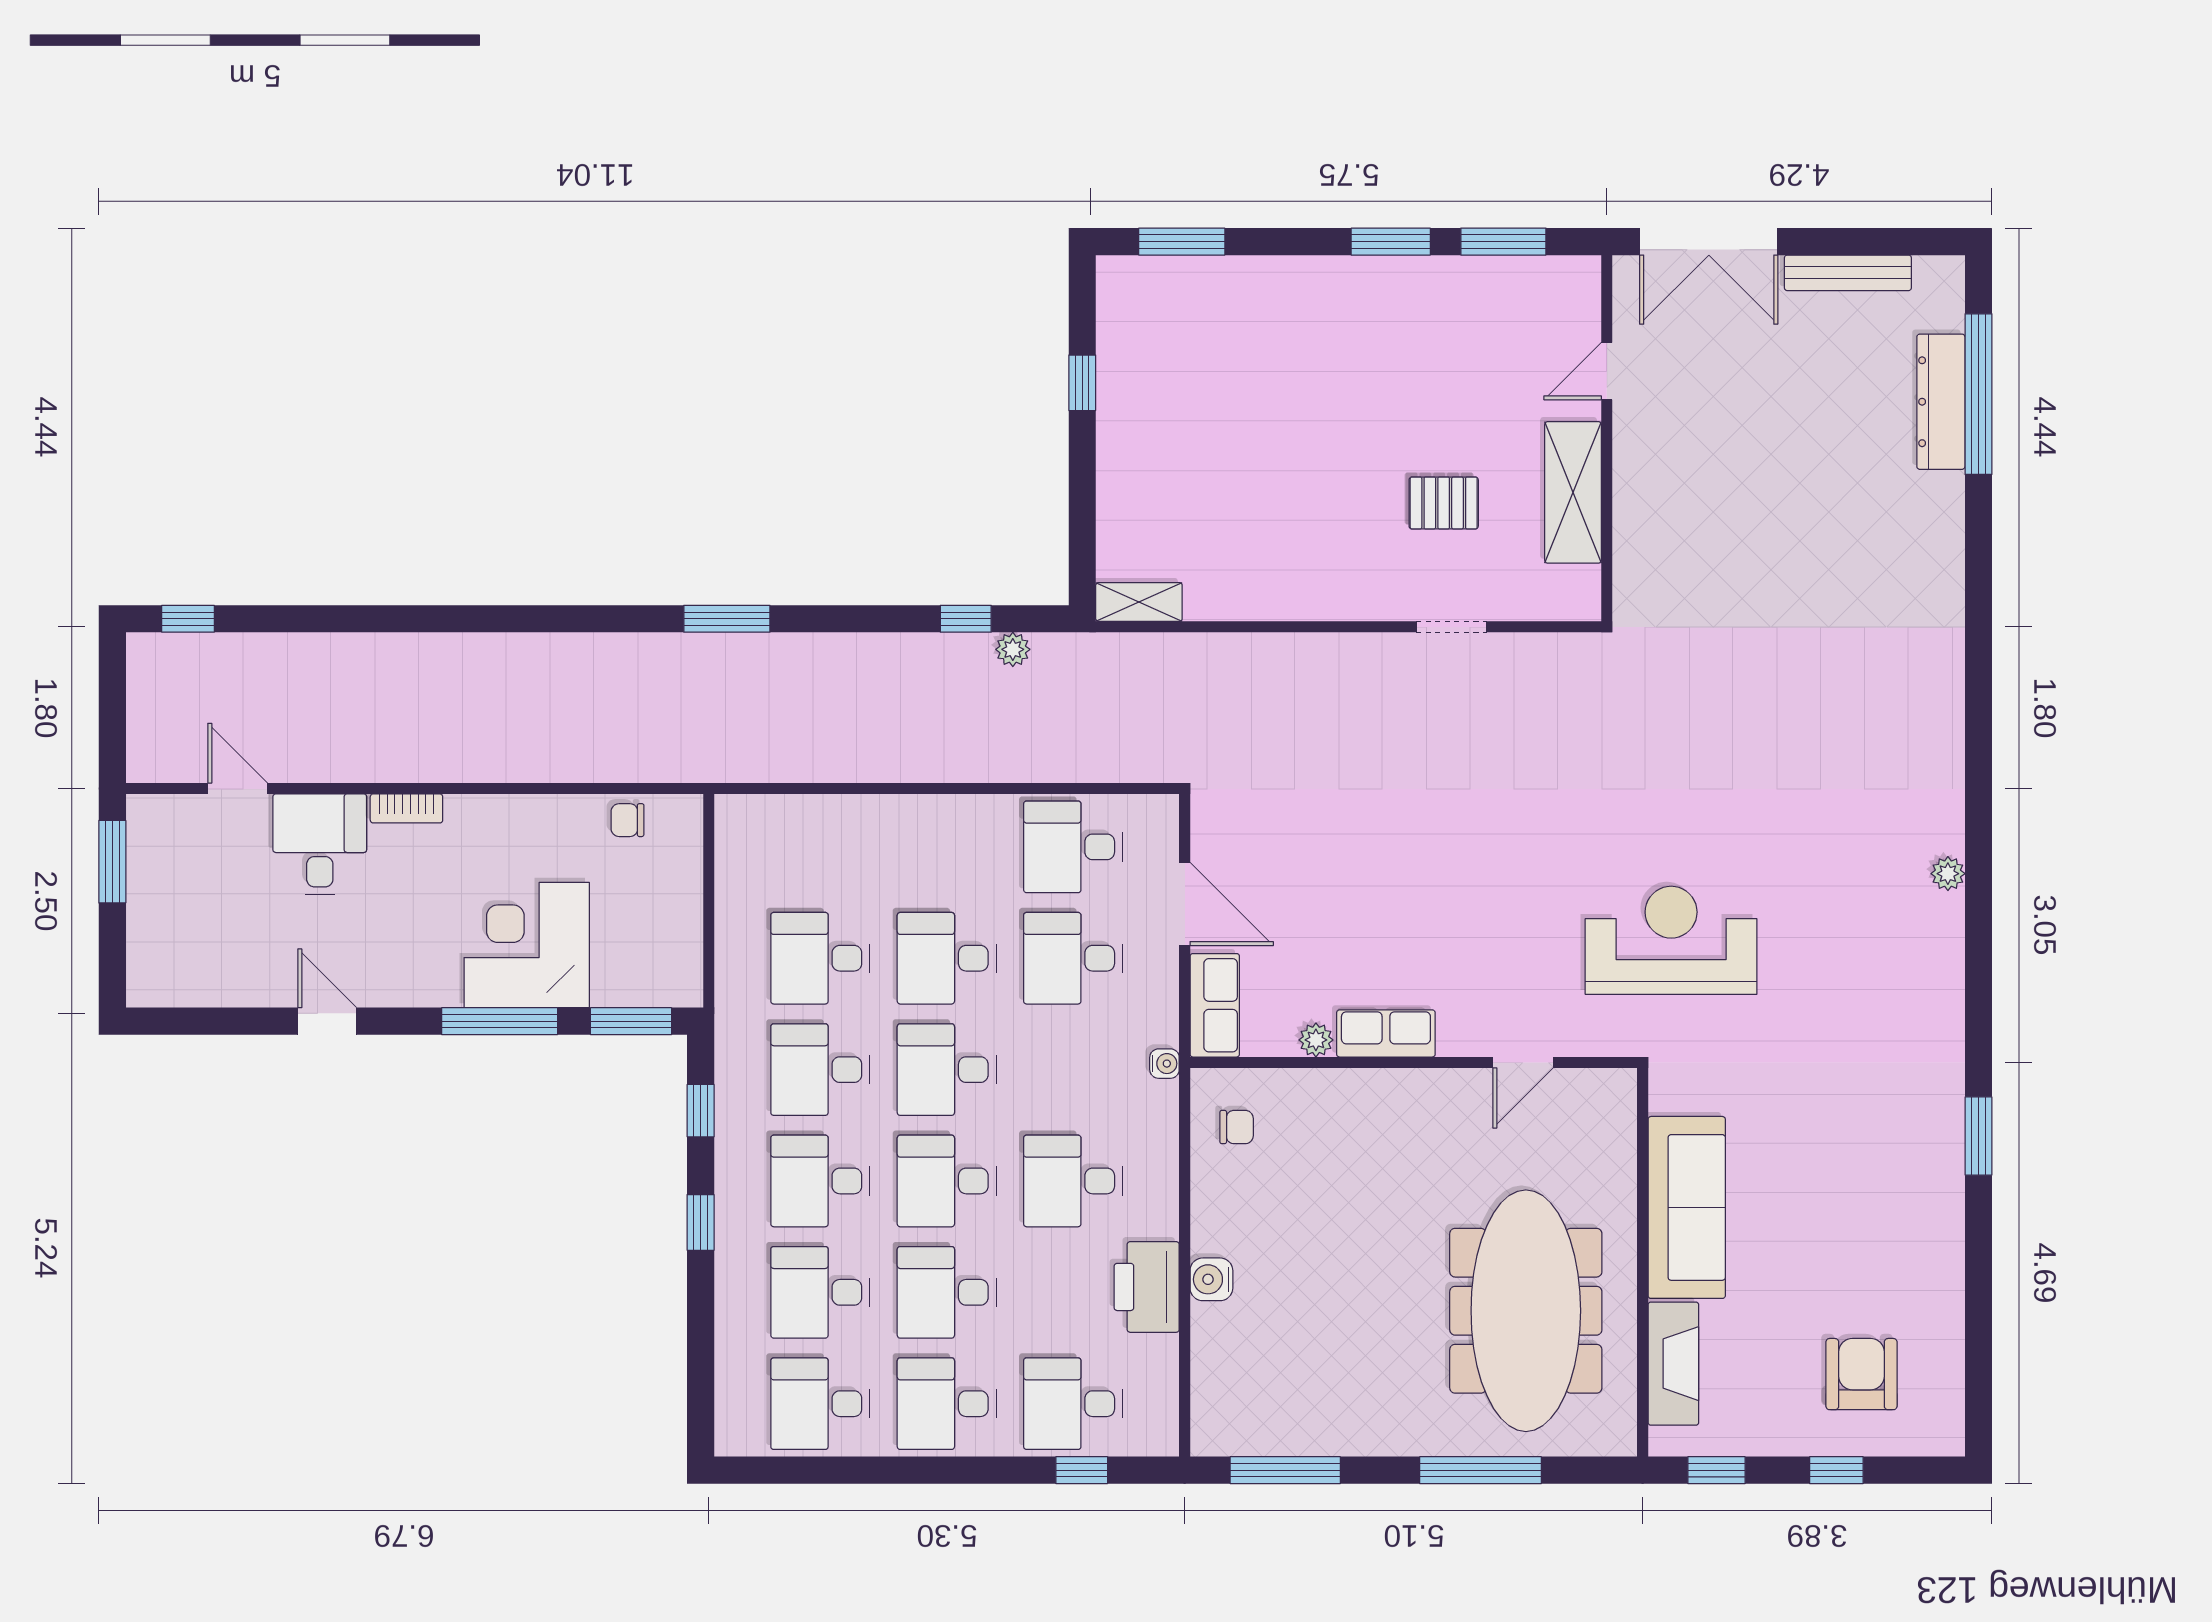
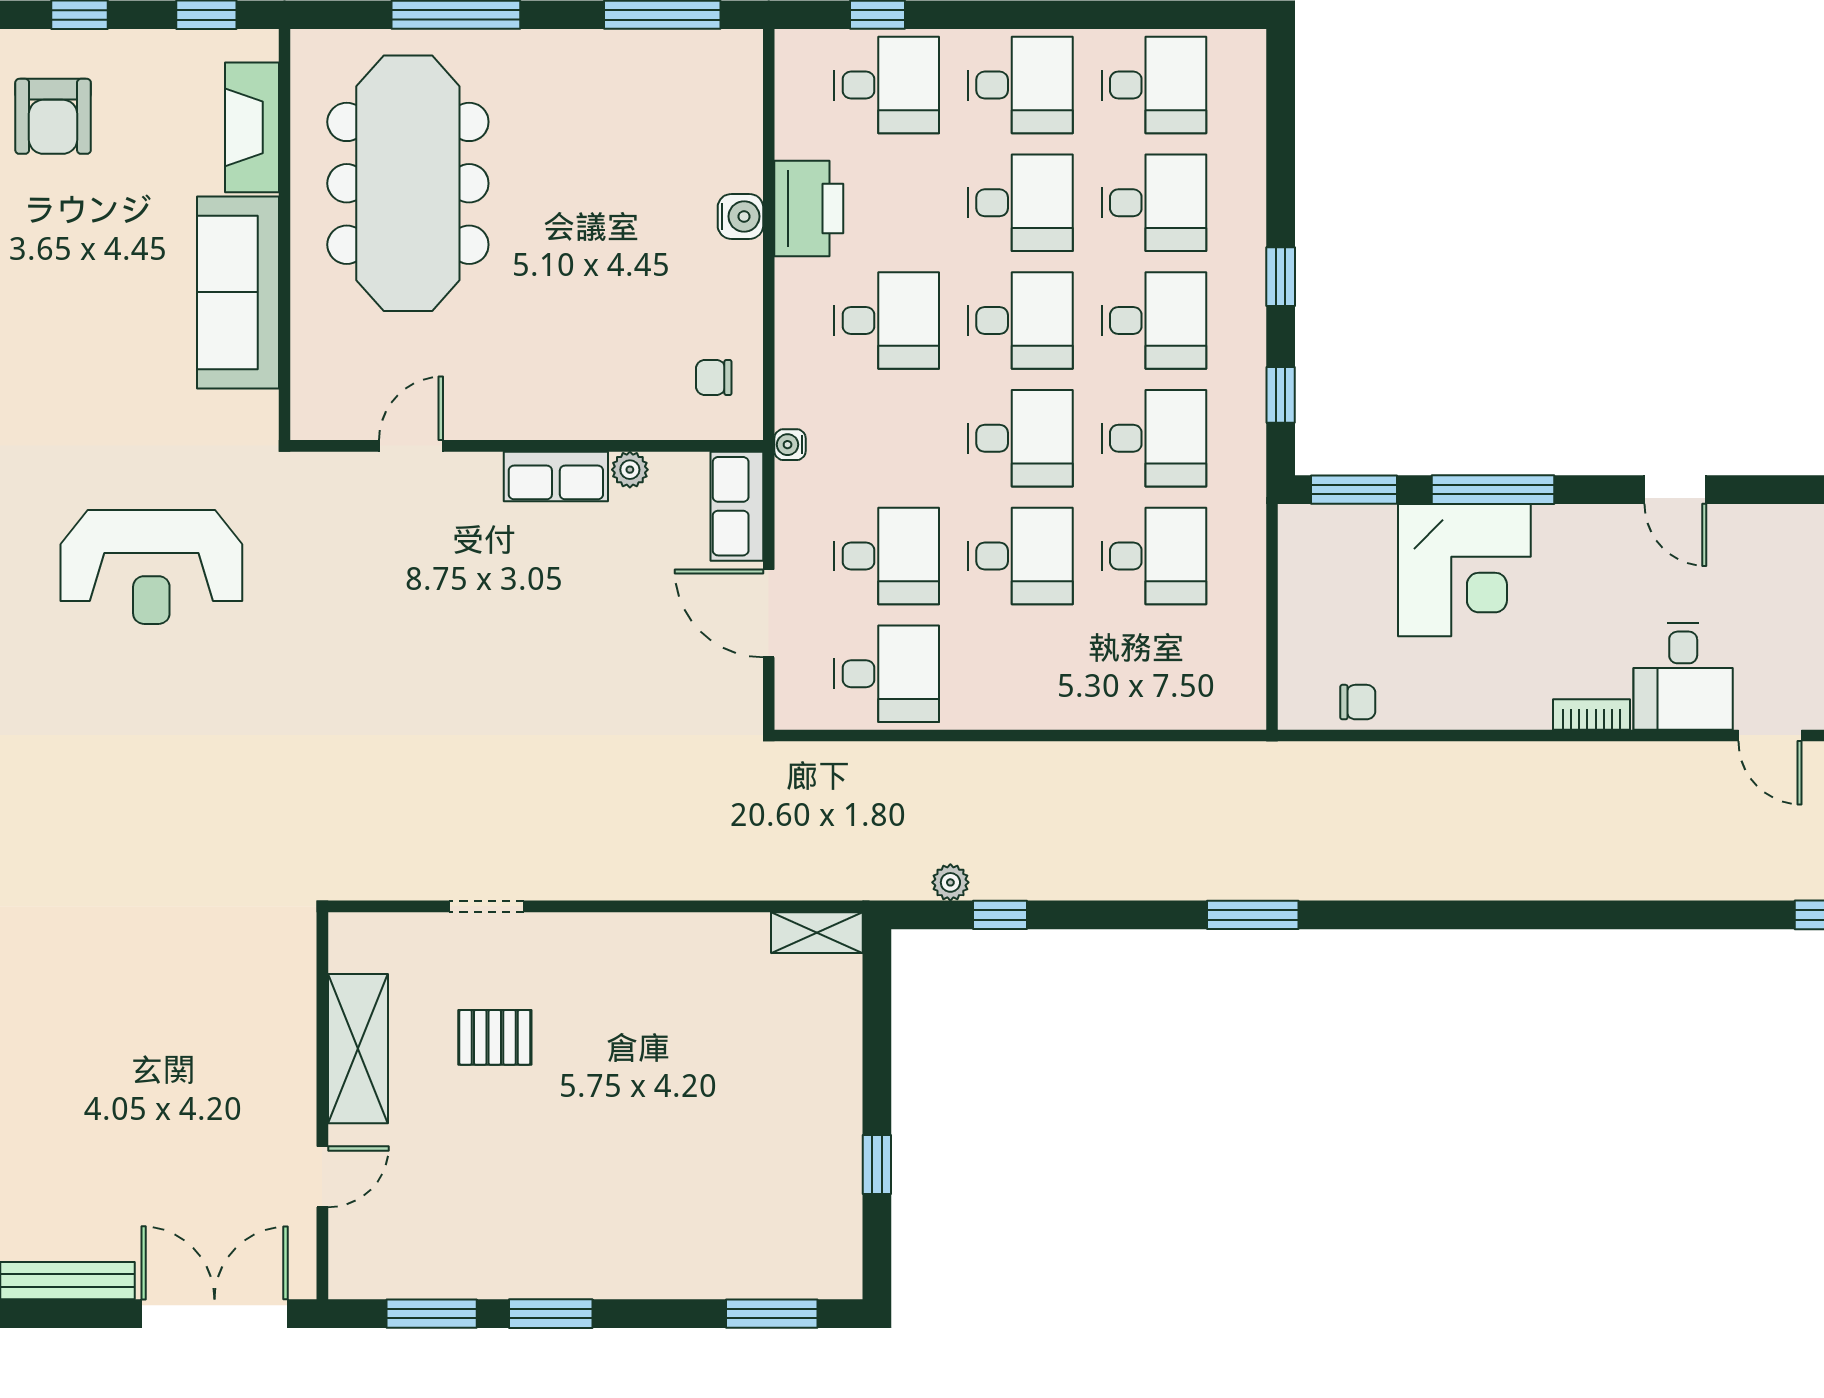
reception desk: (1671, 940) -> (151, 567), moved

